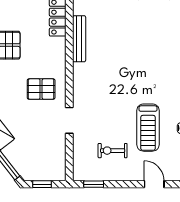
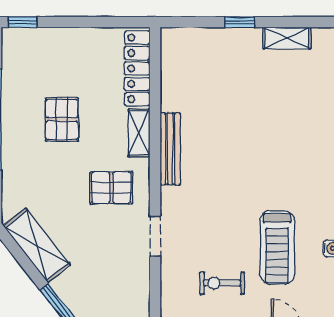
bench: (79, 39) -> (170, 149), moved
shelving: (59, 54) -> (139, 133), added

